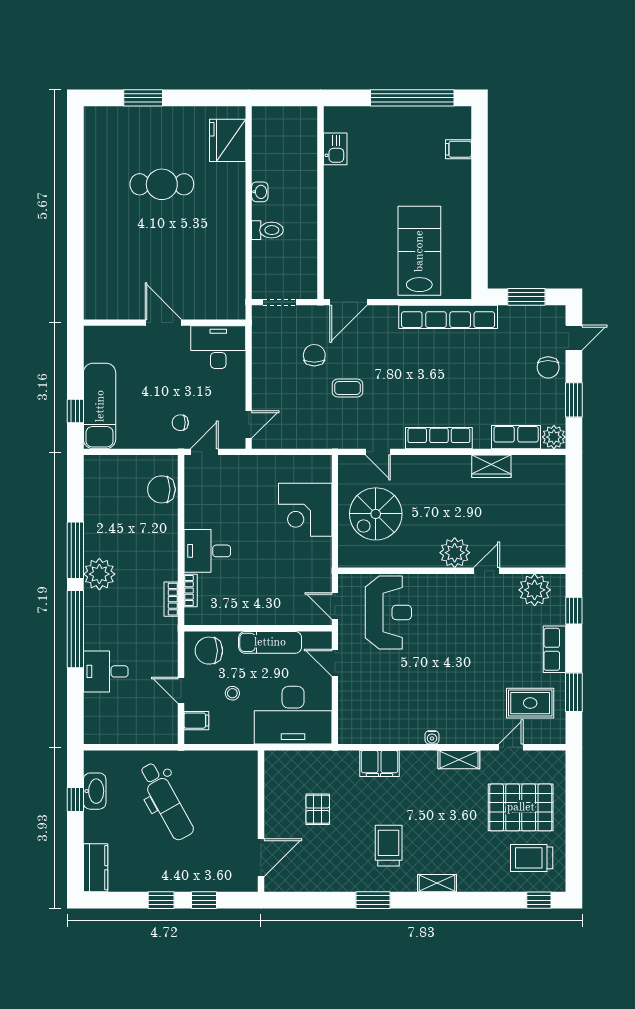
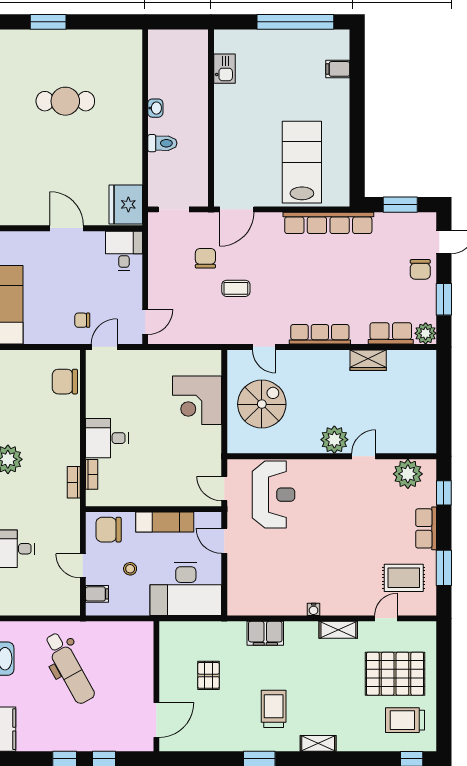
fridge: (228, 140) -> (126, 204), moved
desk: (218, 347) -> (124, 251), width x0.73
spiral stairs: (376, 514) -> (262, 404), turned 180

